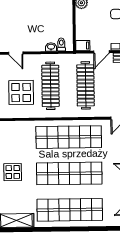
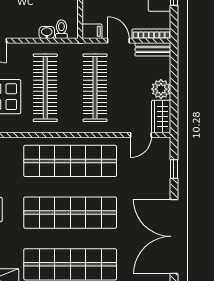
door: (101, 52) -> (118, 41), swing flipped

